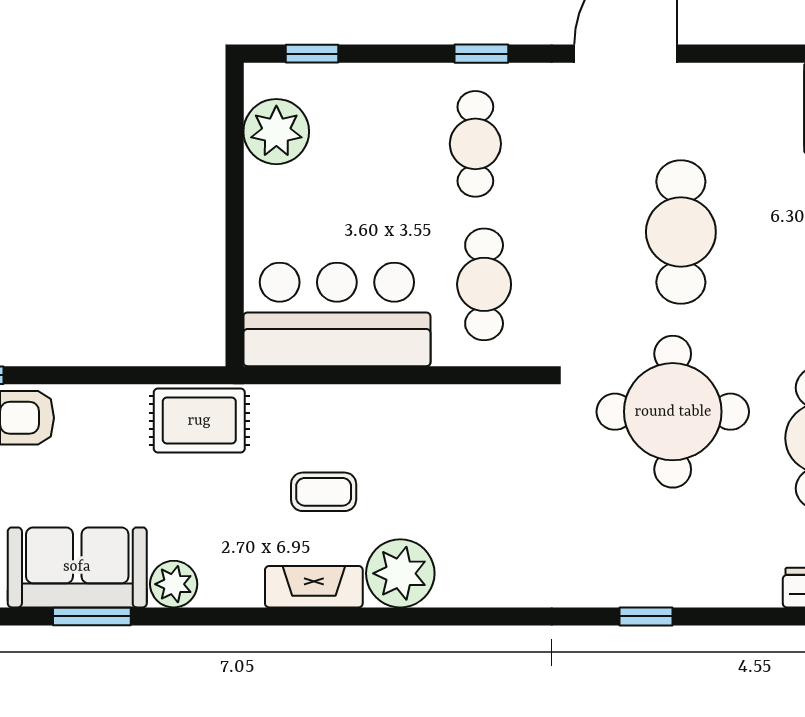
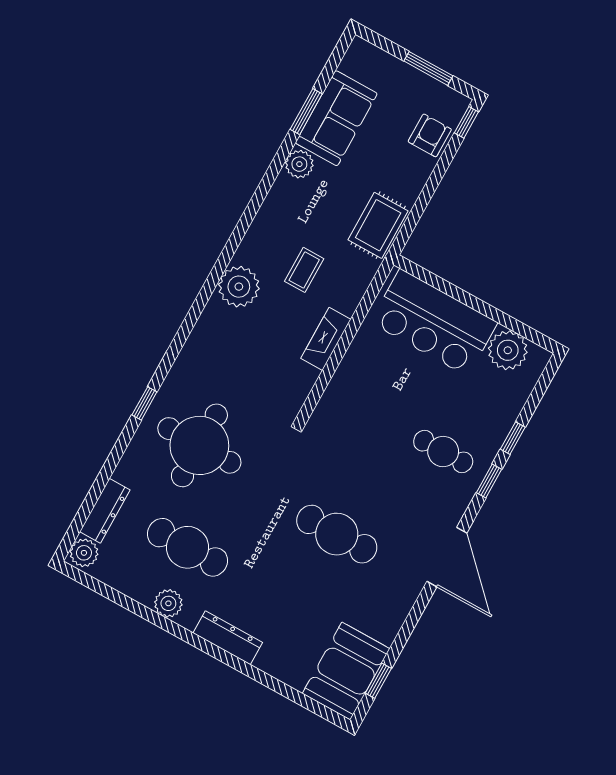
window: (312, 54) -> (513, 438), moved
cafe table: (484, 284) -> (367, 415), removed
bar counter: (337, 314) -> (434, 322), moved, turned 90
round table: (673, 412) -> (199, 445), moved
fireplace: (314, 587) -> (326, 339), moved, turned 180

